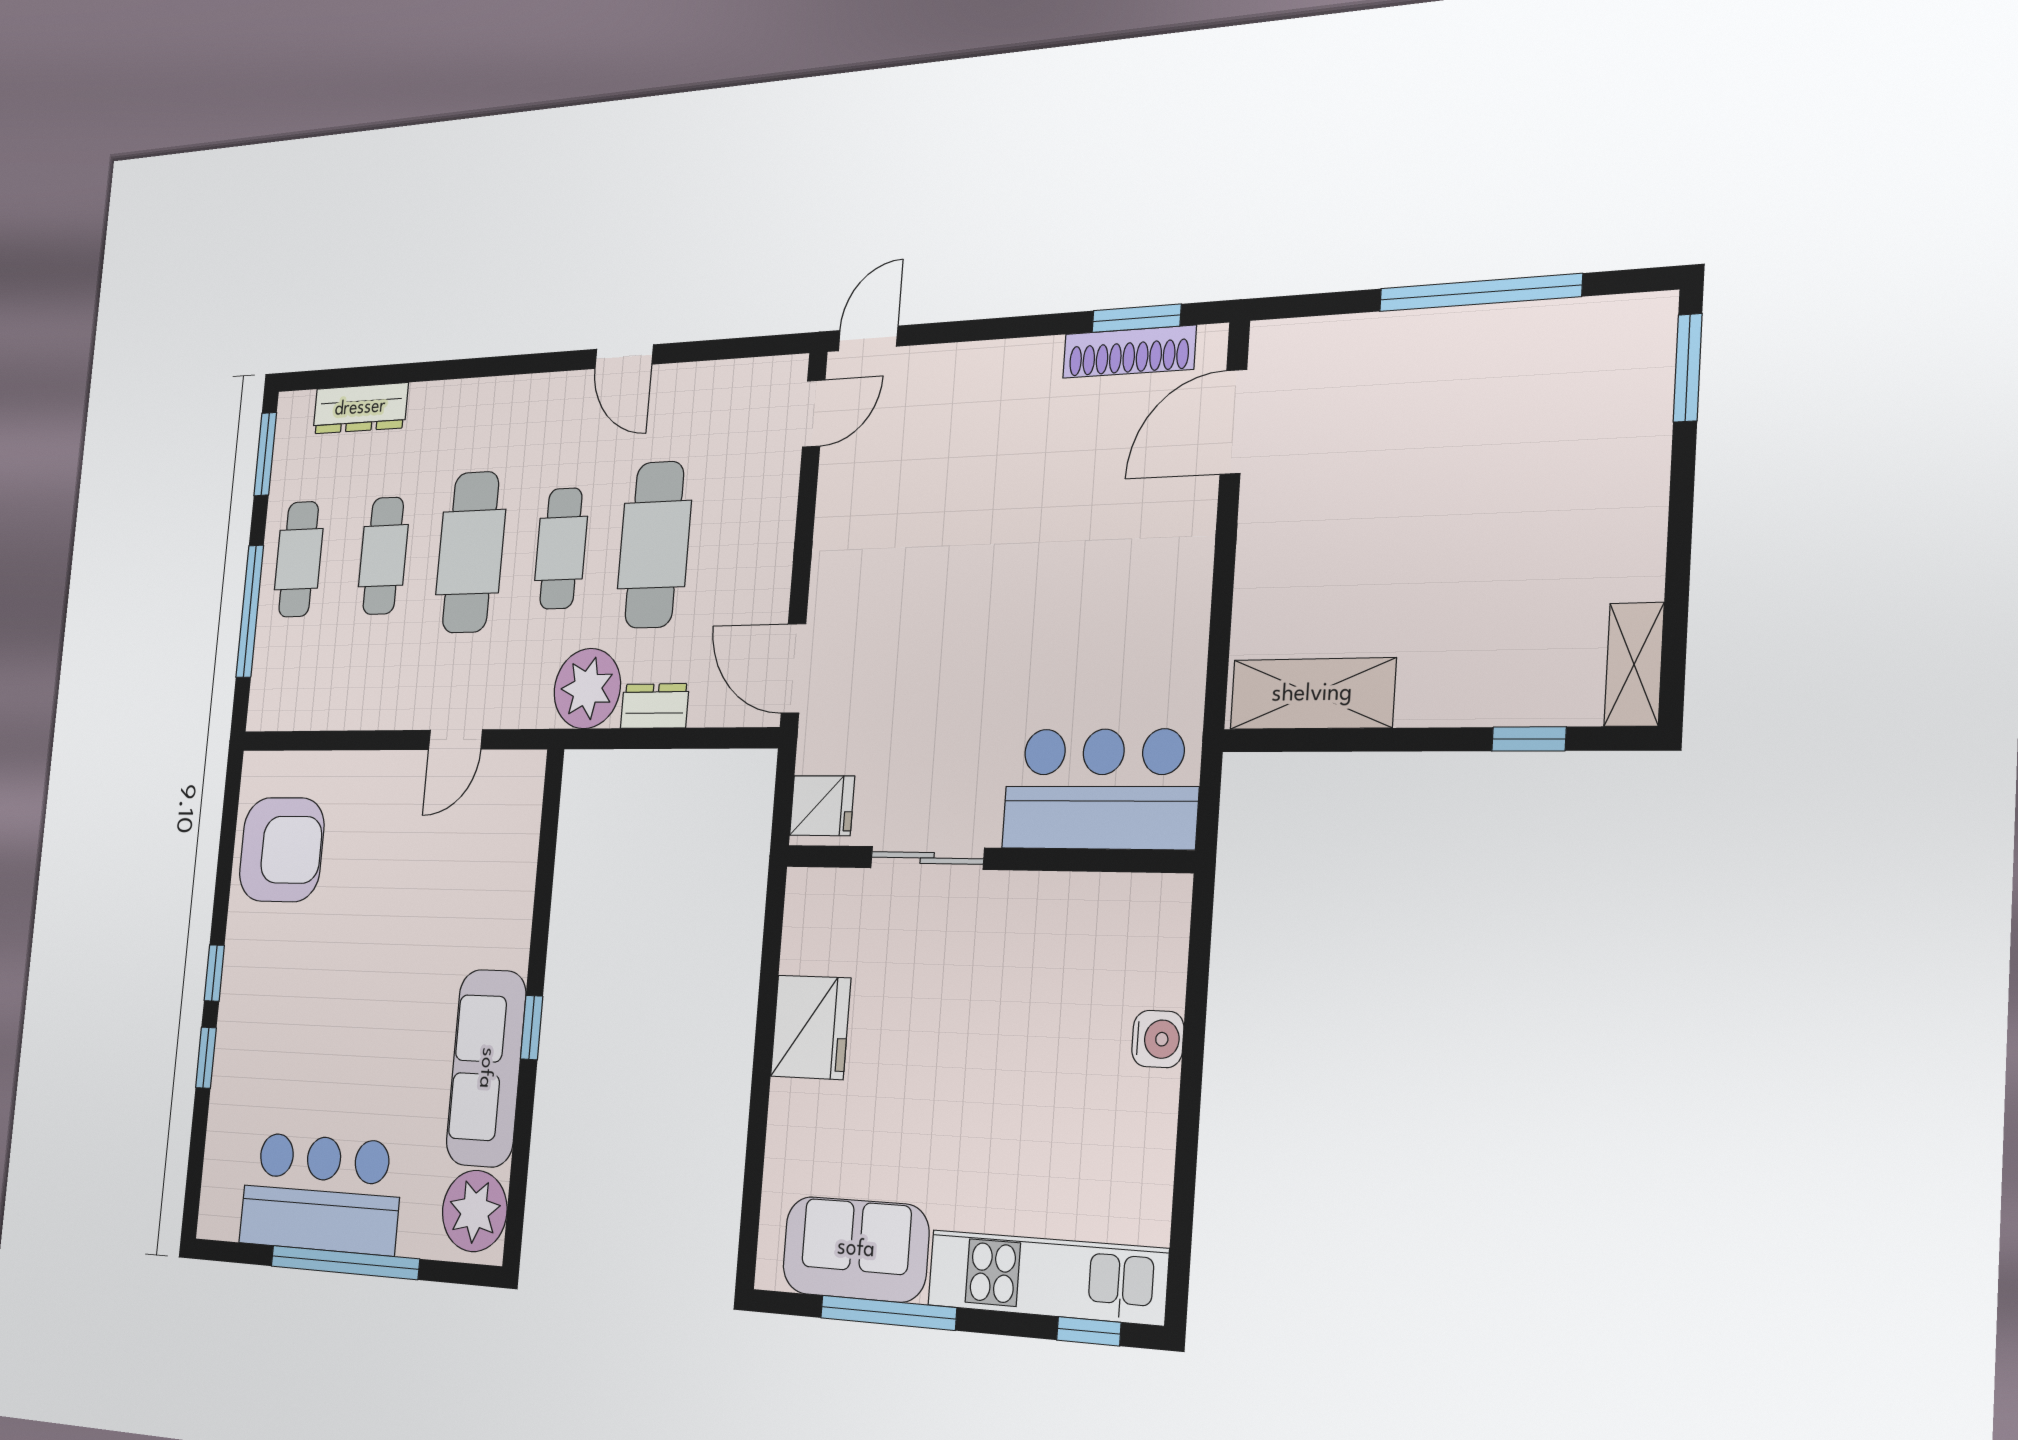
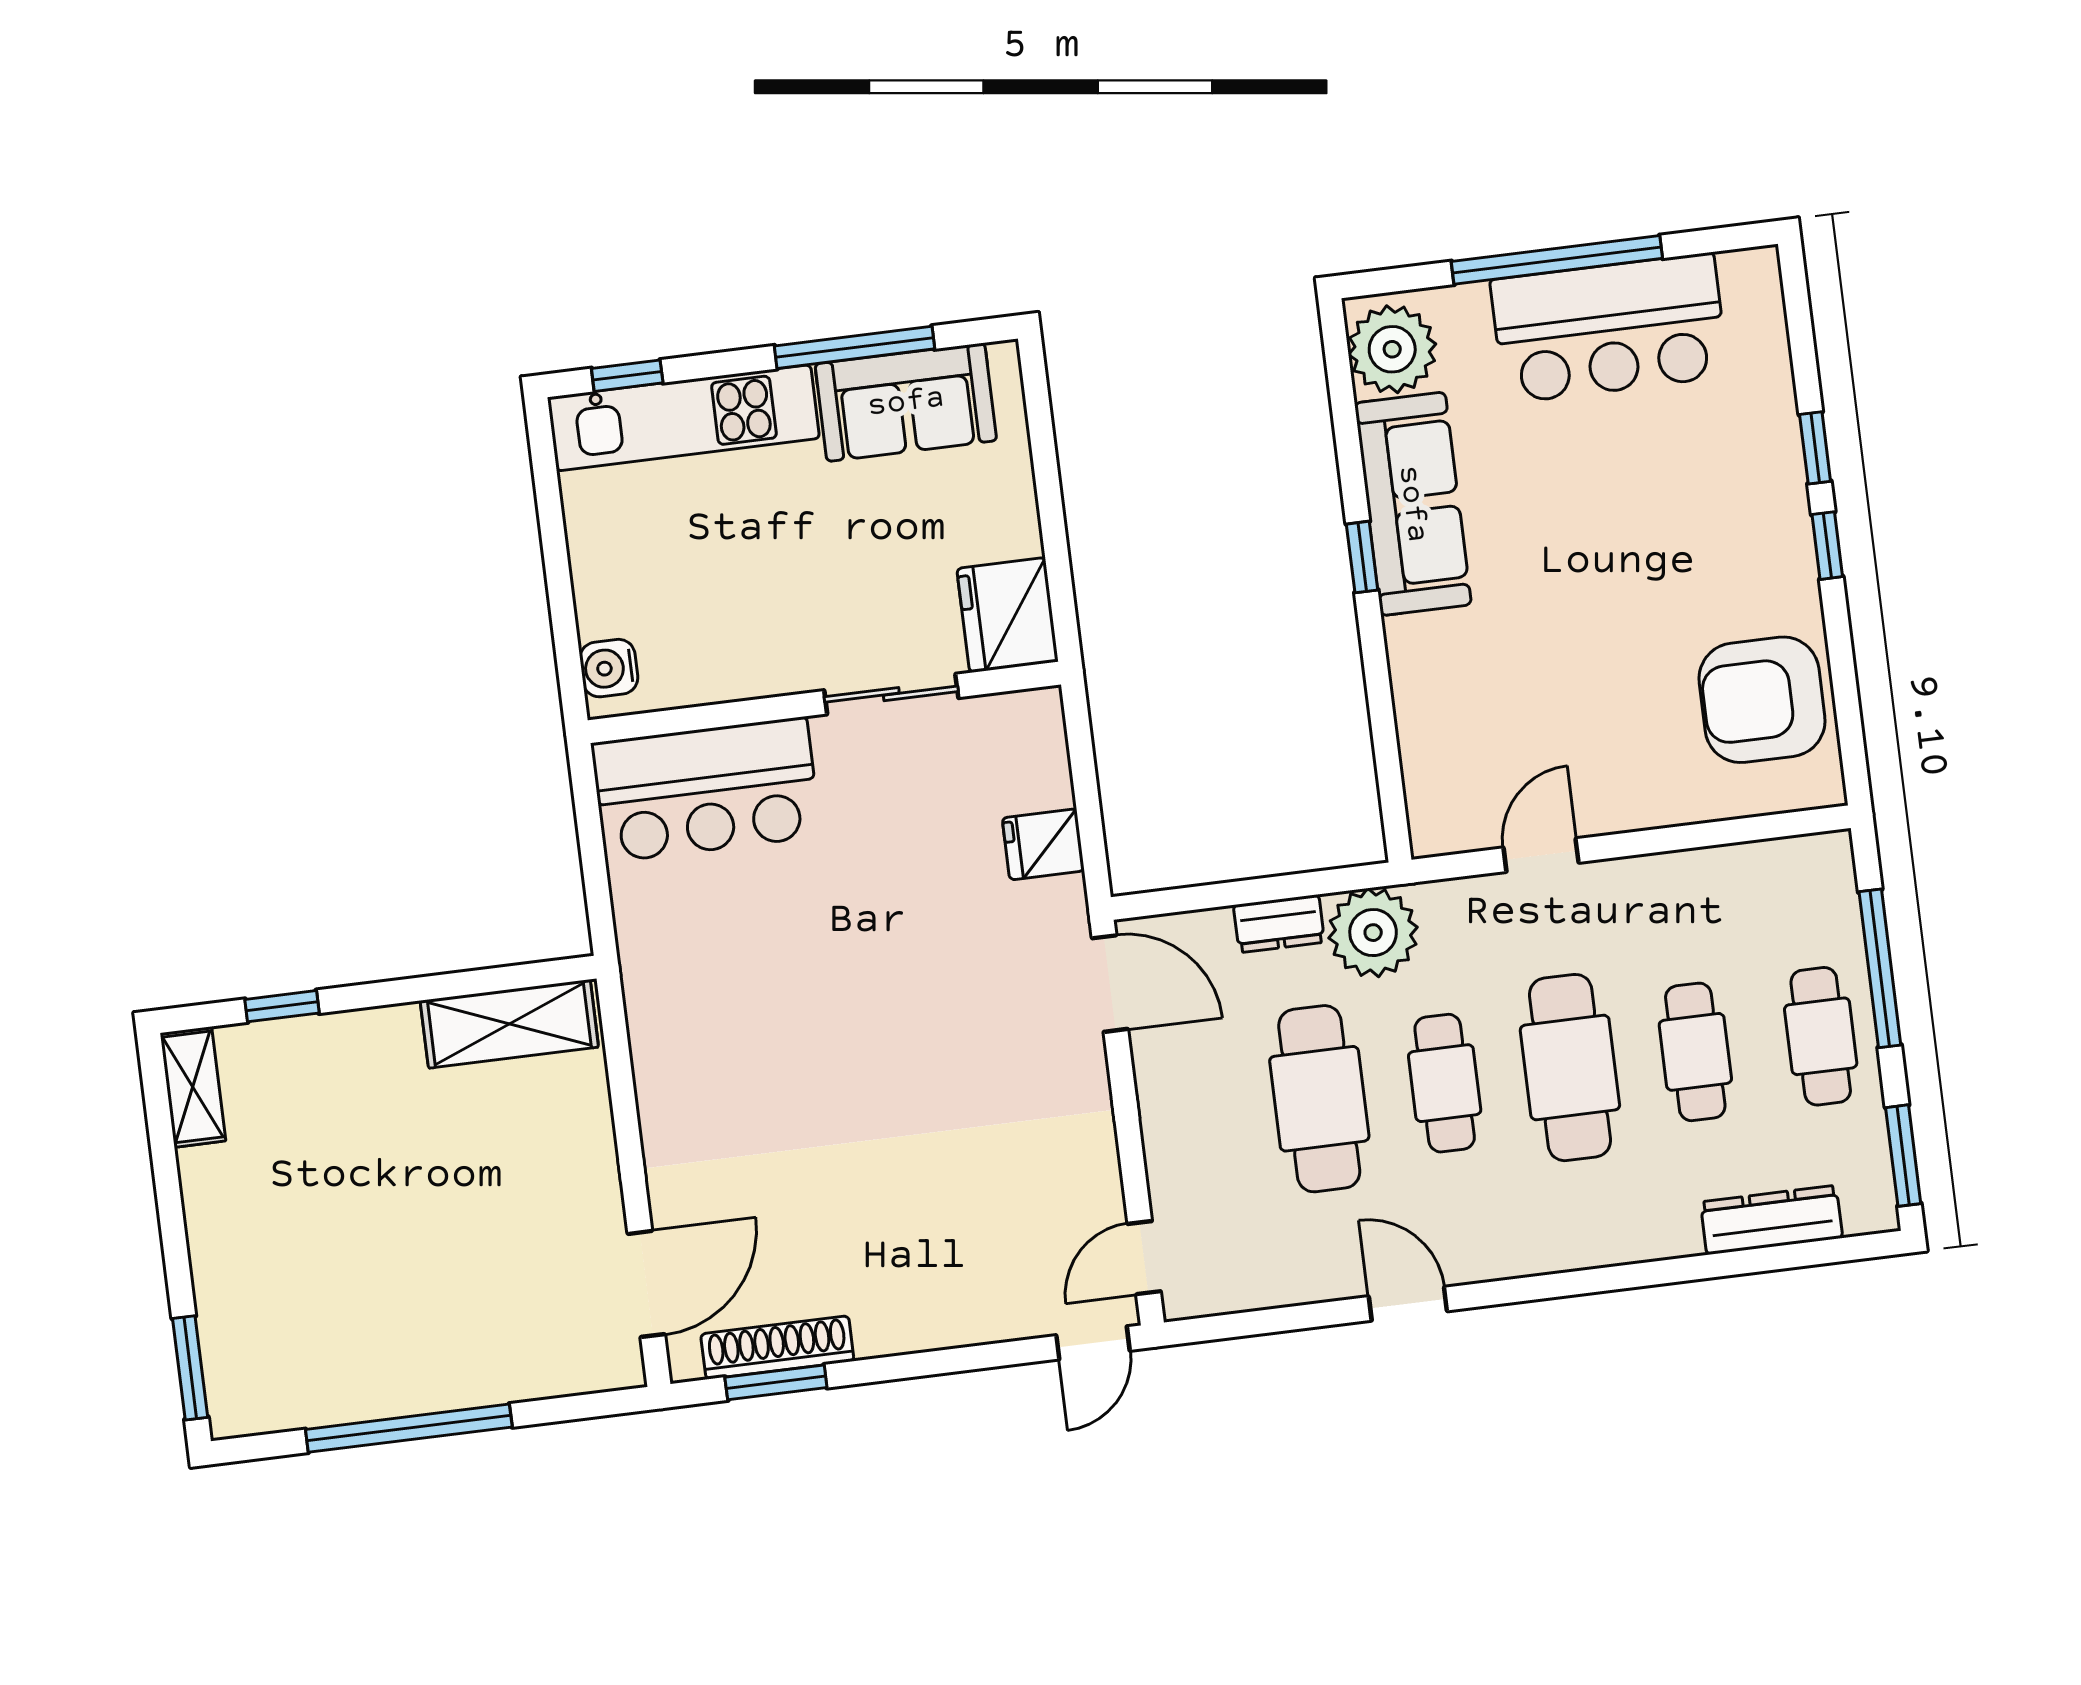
bar counter: (1101, 789) -> (706, 790), moved
sliding door: (927, 858) -> (891, 694), moved
wall: (984, 859) -> (824, 702), moved

